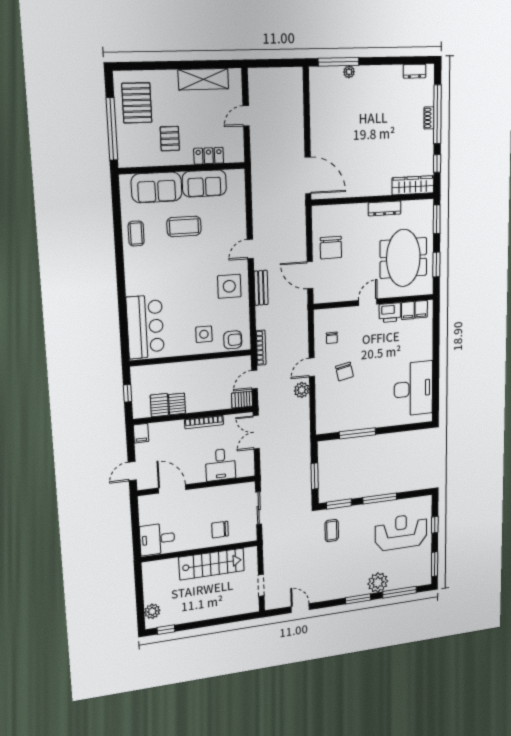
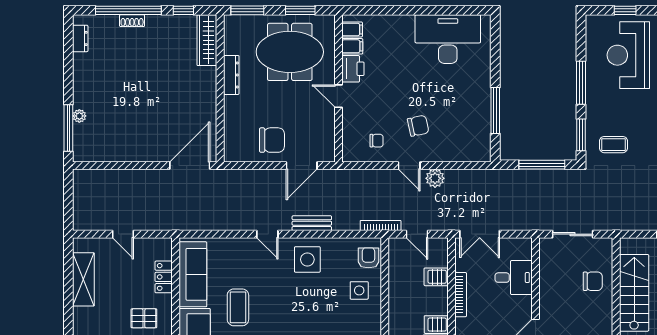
sofa: (204, 183) -> (193, 274), width x1.36
server rack: (242, 400) -> (436, 277), moved, turned 90
window: (315, 476) -> (542, 165), width x1.44
chair: (220, 530) -> (593, 281), turned -90

